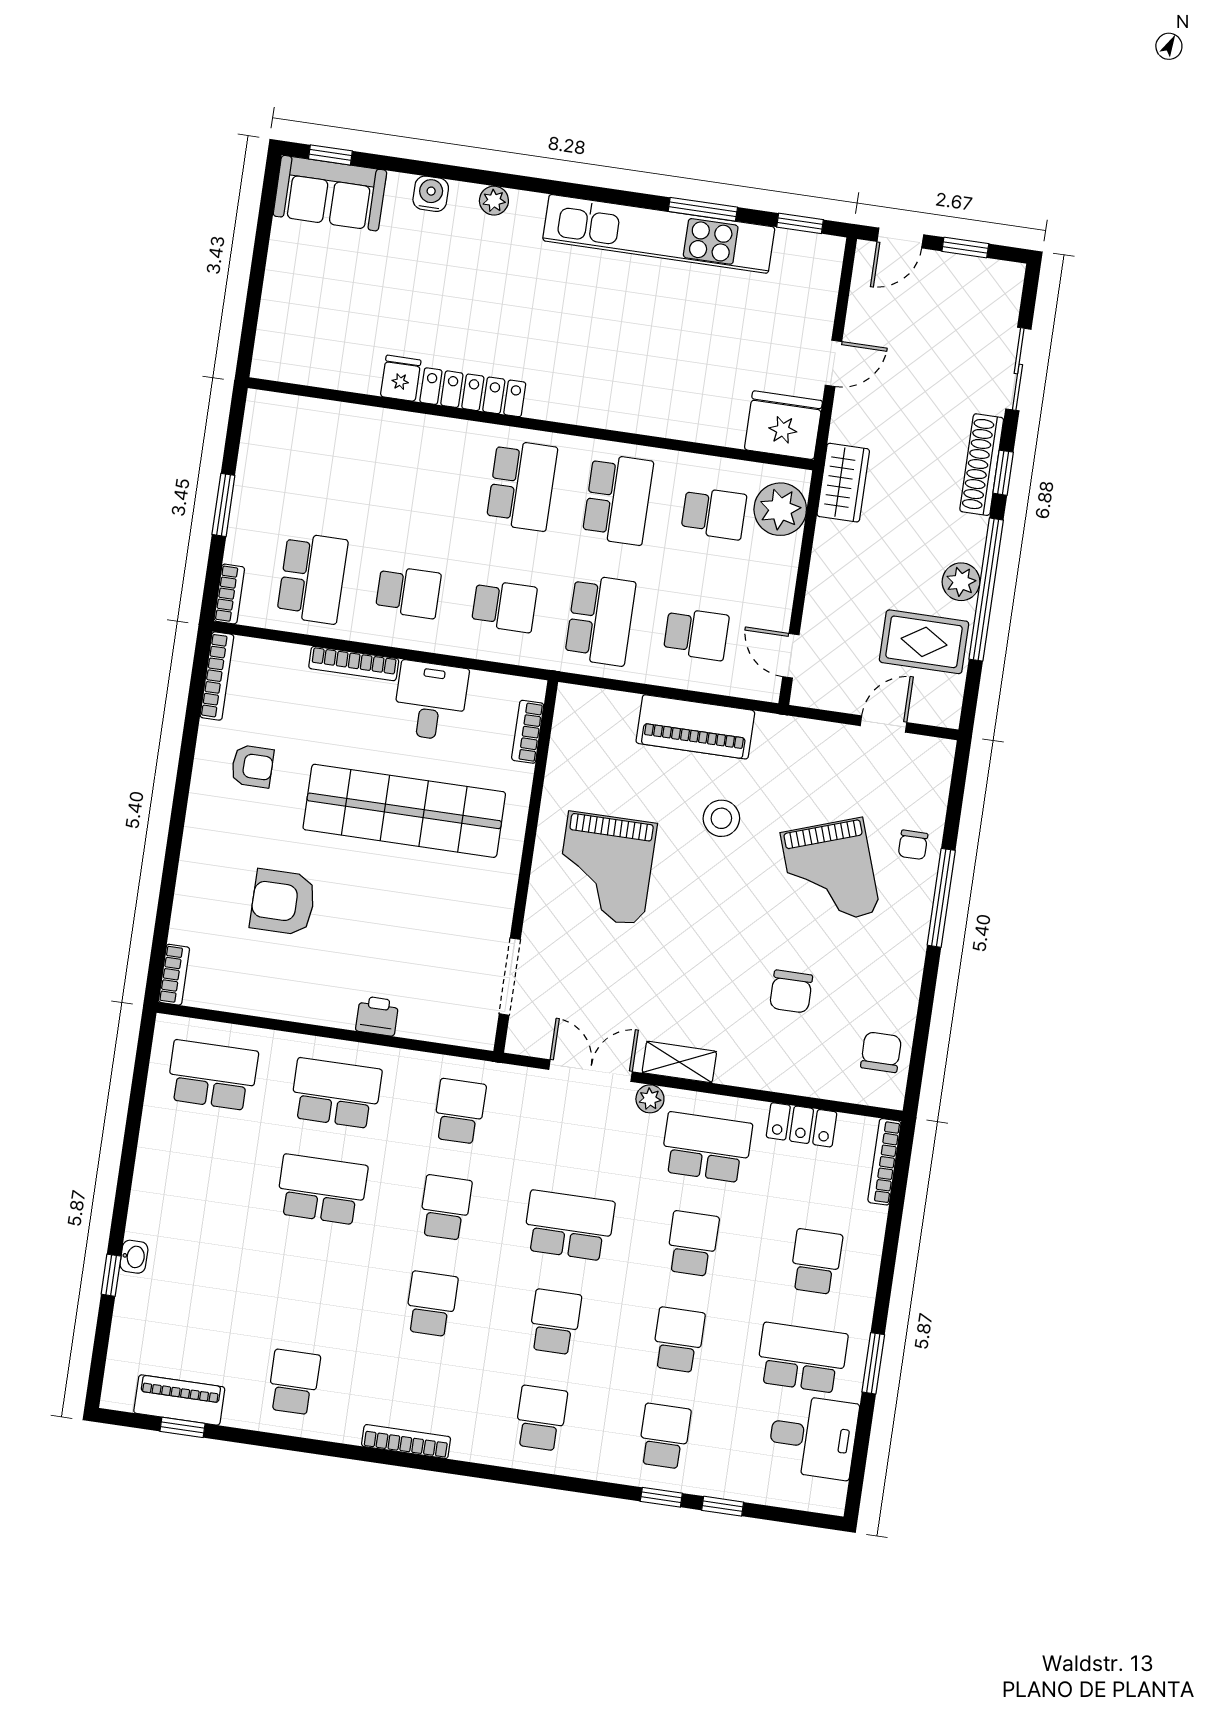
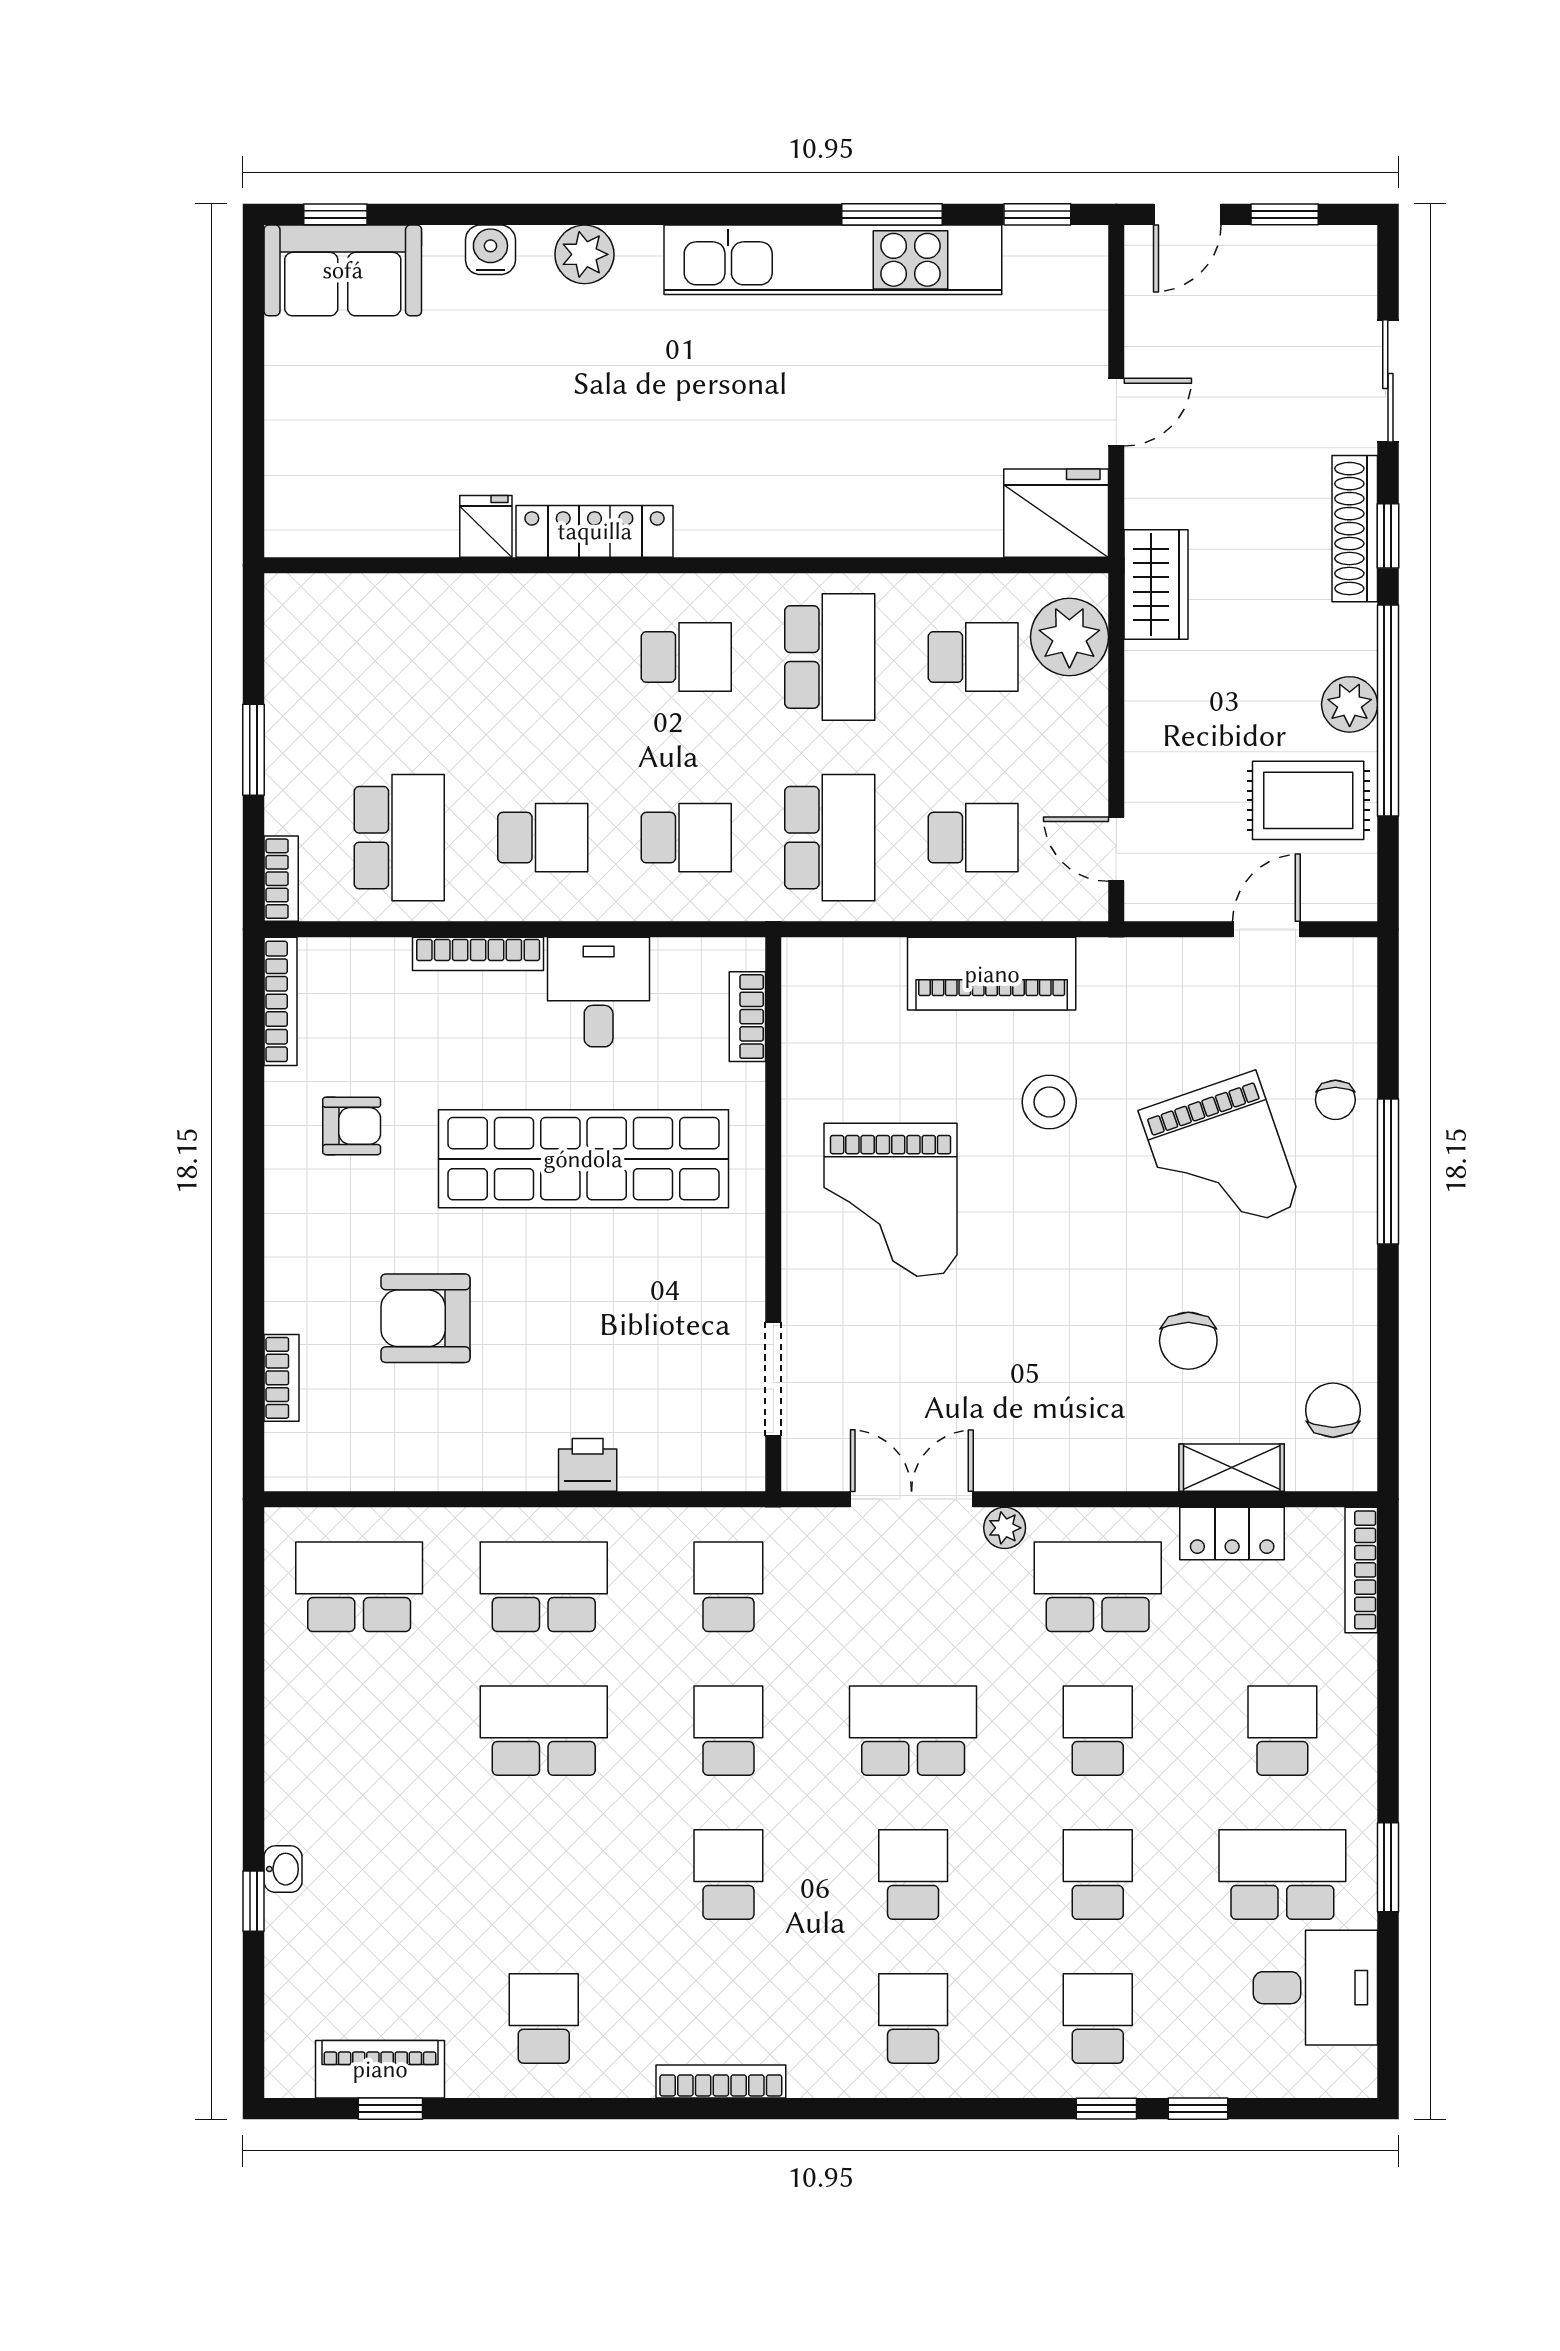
plant: (494, 201) -> (584, 254), width x1.38, depth x1.38
school desk: (522, 485) -> (686, 657), width x0.54
bookcase: (174, 975) -> (281, 1378), moved
shelving: (679, 1062) -> (1232, 1468), moved

